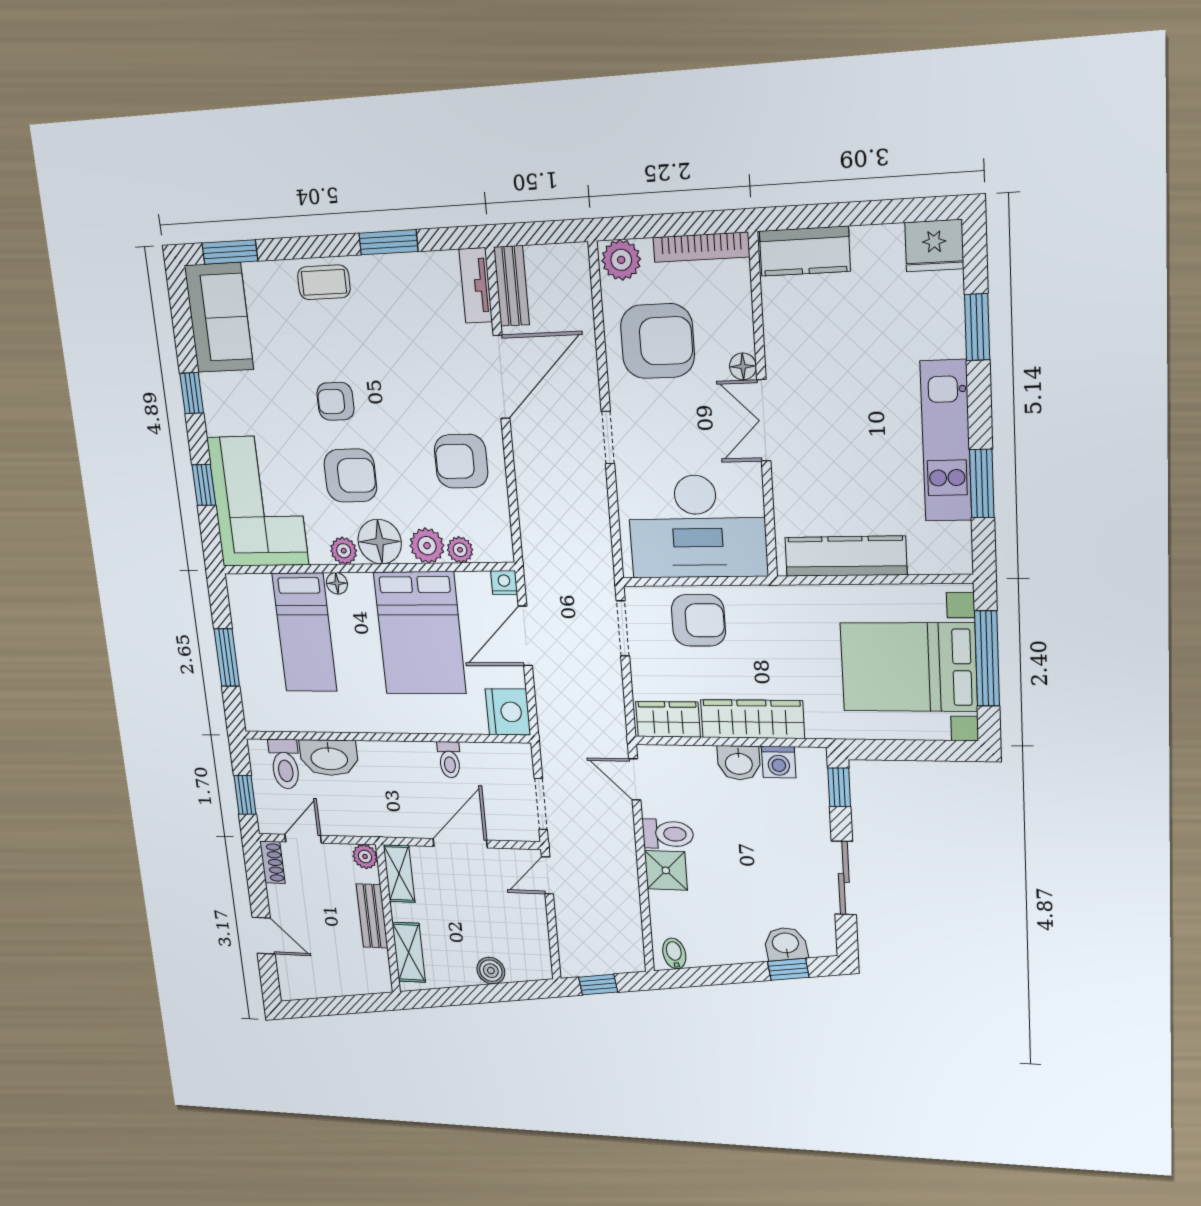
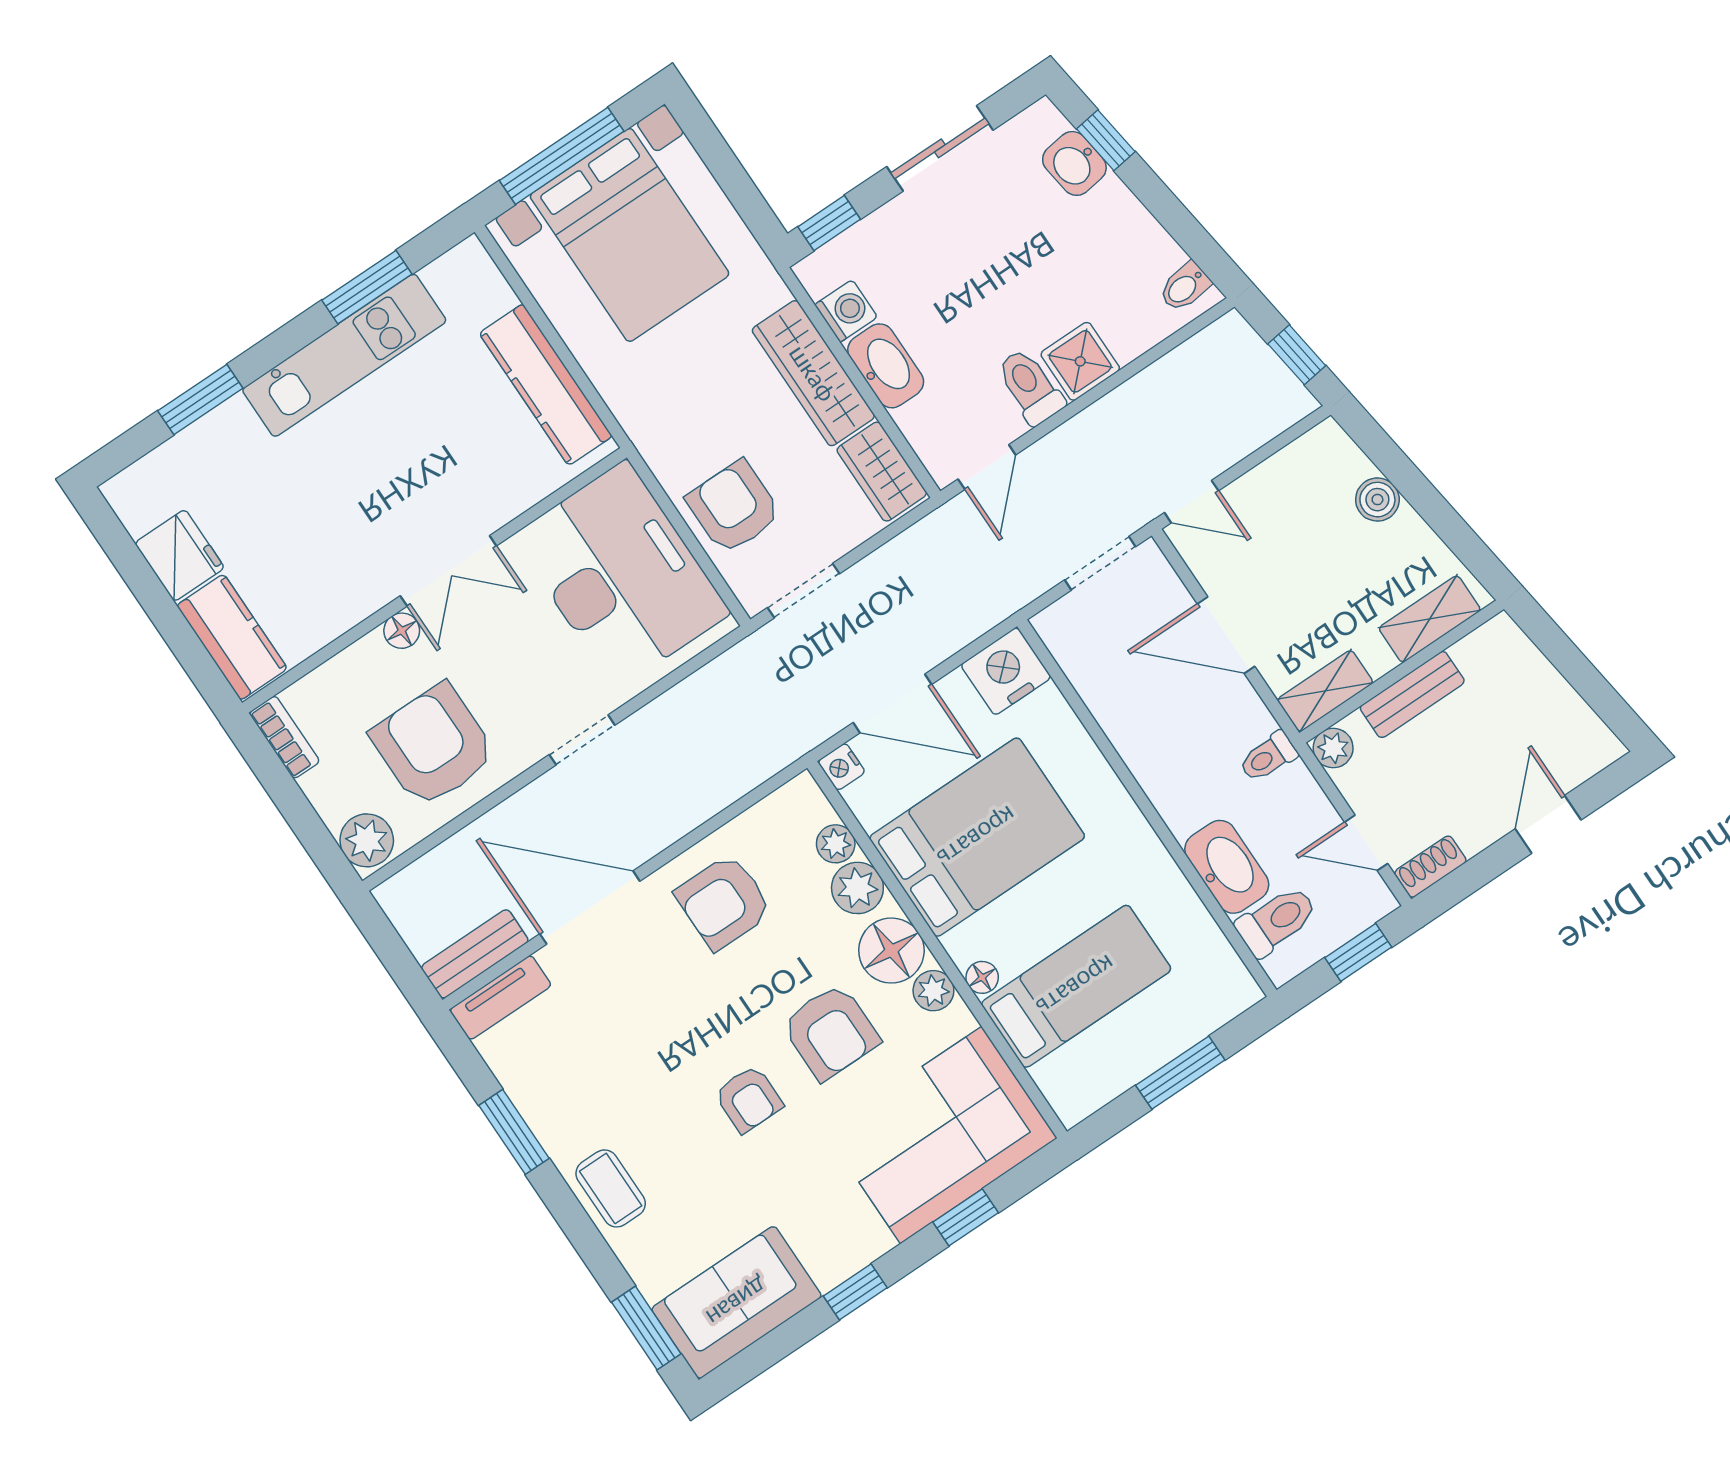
fridge: (934, 245) -> (180, 555), moved
bookcase: (701, 247) -> (285, 737), width x0.64
armchair: (461, 461) -> (724, 902), turned 90
armchair: (350, 476) -> (831, 1032), turned 180
toilet: (449, 760) -> (1268, 757), moved, turned 180
washbasin: (739, 763) -> (886, 366), width x1.38

